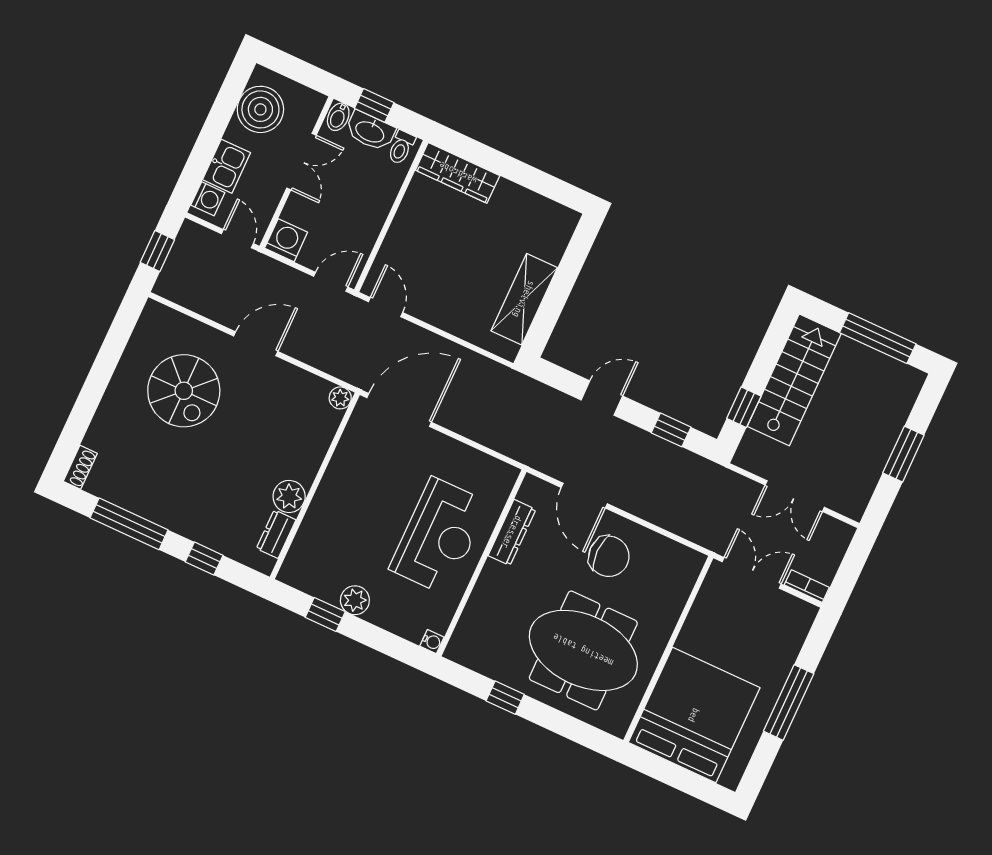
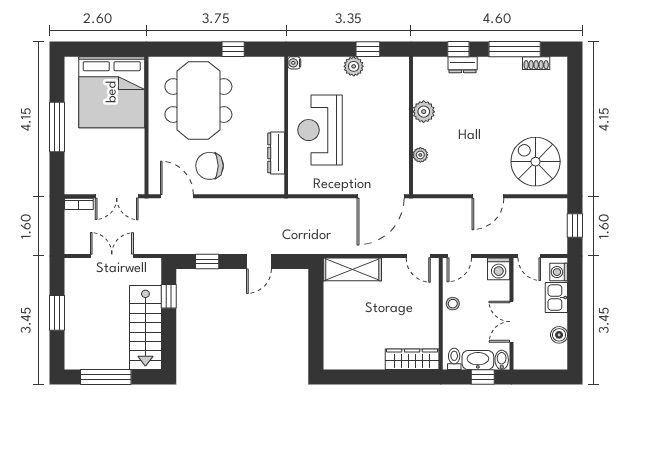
boiler: (260, 109) -> (559, 335), width x0.54, depth x0.54
stool: (369, 222) -> (453, 304), added
shelving: (524, 299) -> (352, 269), moved, turned 90
spiral stairs: (184, 391) -> (536, 162), moved
plant: (340, 398) -> (420, 155), moved
shoe rack: (80, 467) -> (536, 63), moved, turned -90
door: (584, 496) -> (177, 196), moved
dresser: (276, 534) -> (463, 65), moved, turned 90
meeting table: (583, 650) -> (198, 101), turned 90

